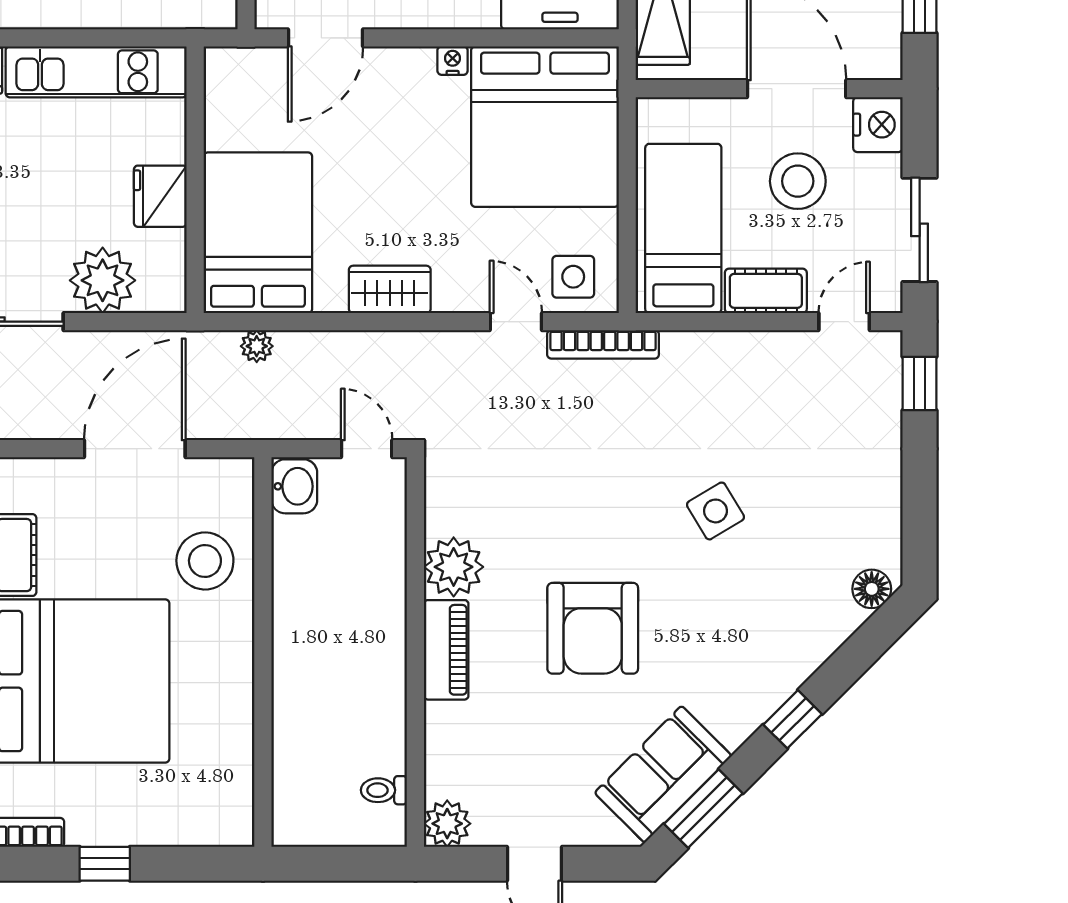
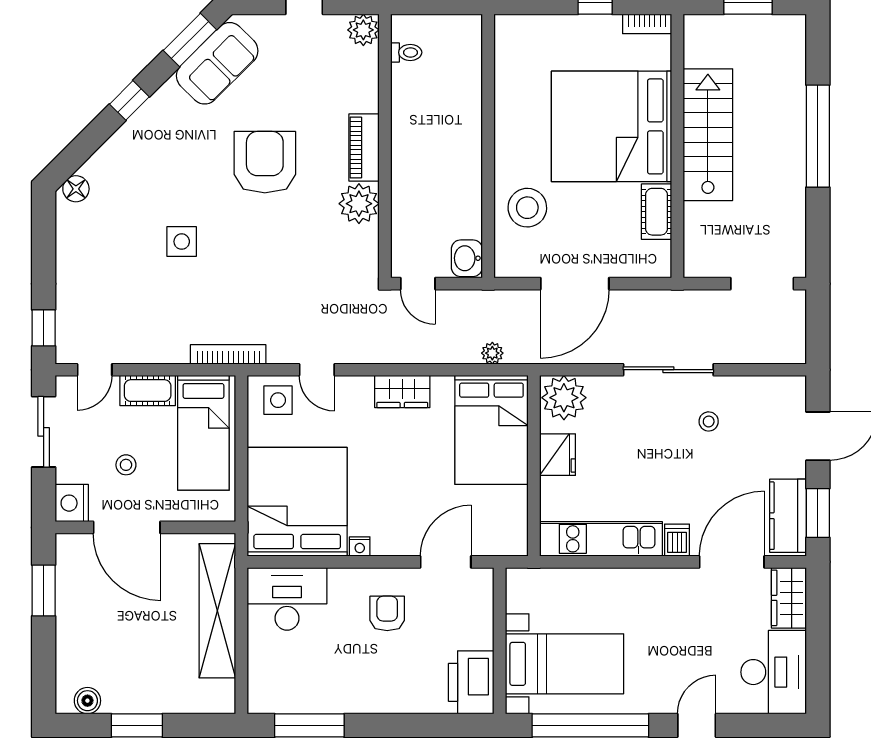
stool: (798, 181) -> (126, 465), width x0.53, depth x0.53
plant: (103, 280) -> (564, 398), moved
bookcase: (603, 344) -> (228, 354), moved
side table: (716, 511) -> (182, 242), turned 31

